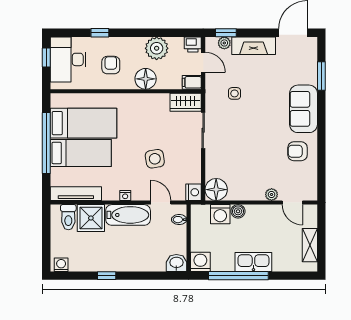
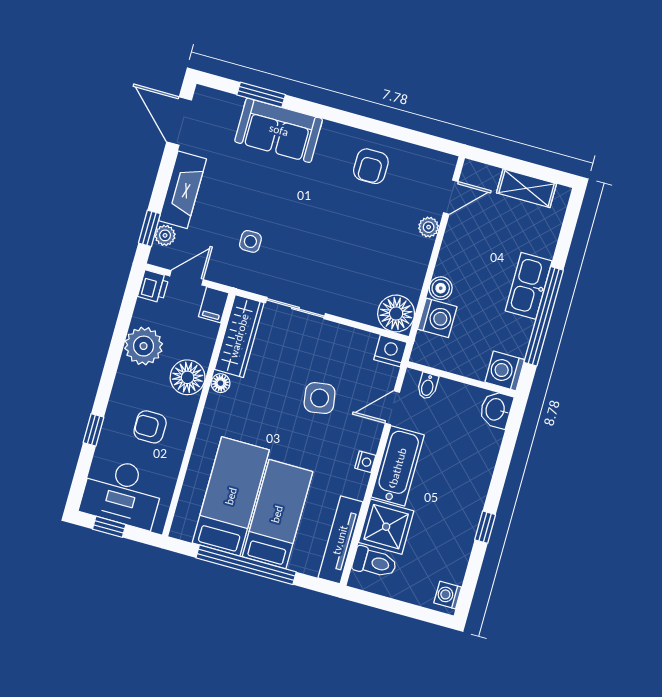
floor lamp: (147, 99) -> (220, 383), added
wardrobe: (186, 102) -> (239, 336), width x1.50
sofa: (304, 109) -> (279, 130), moved

